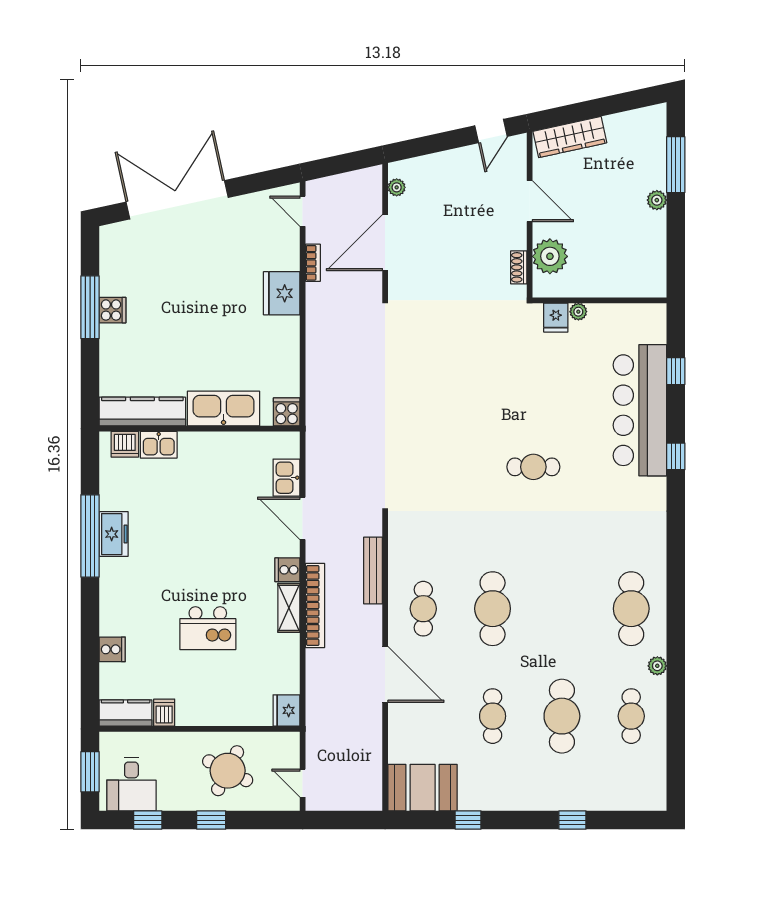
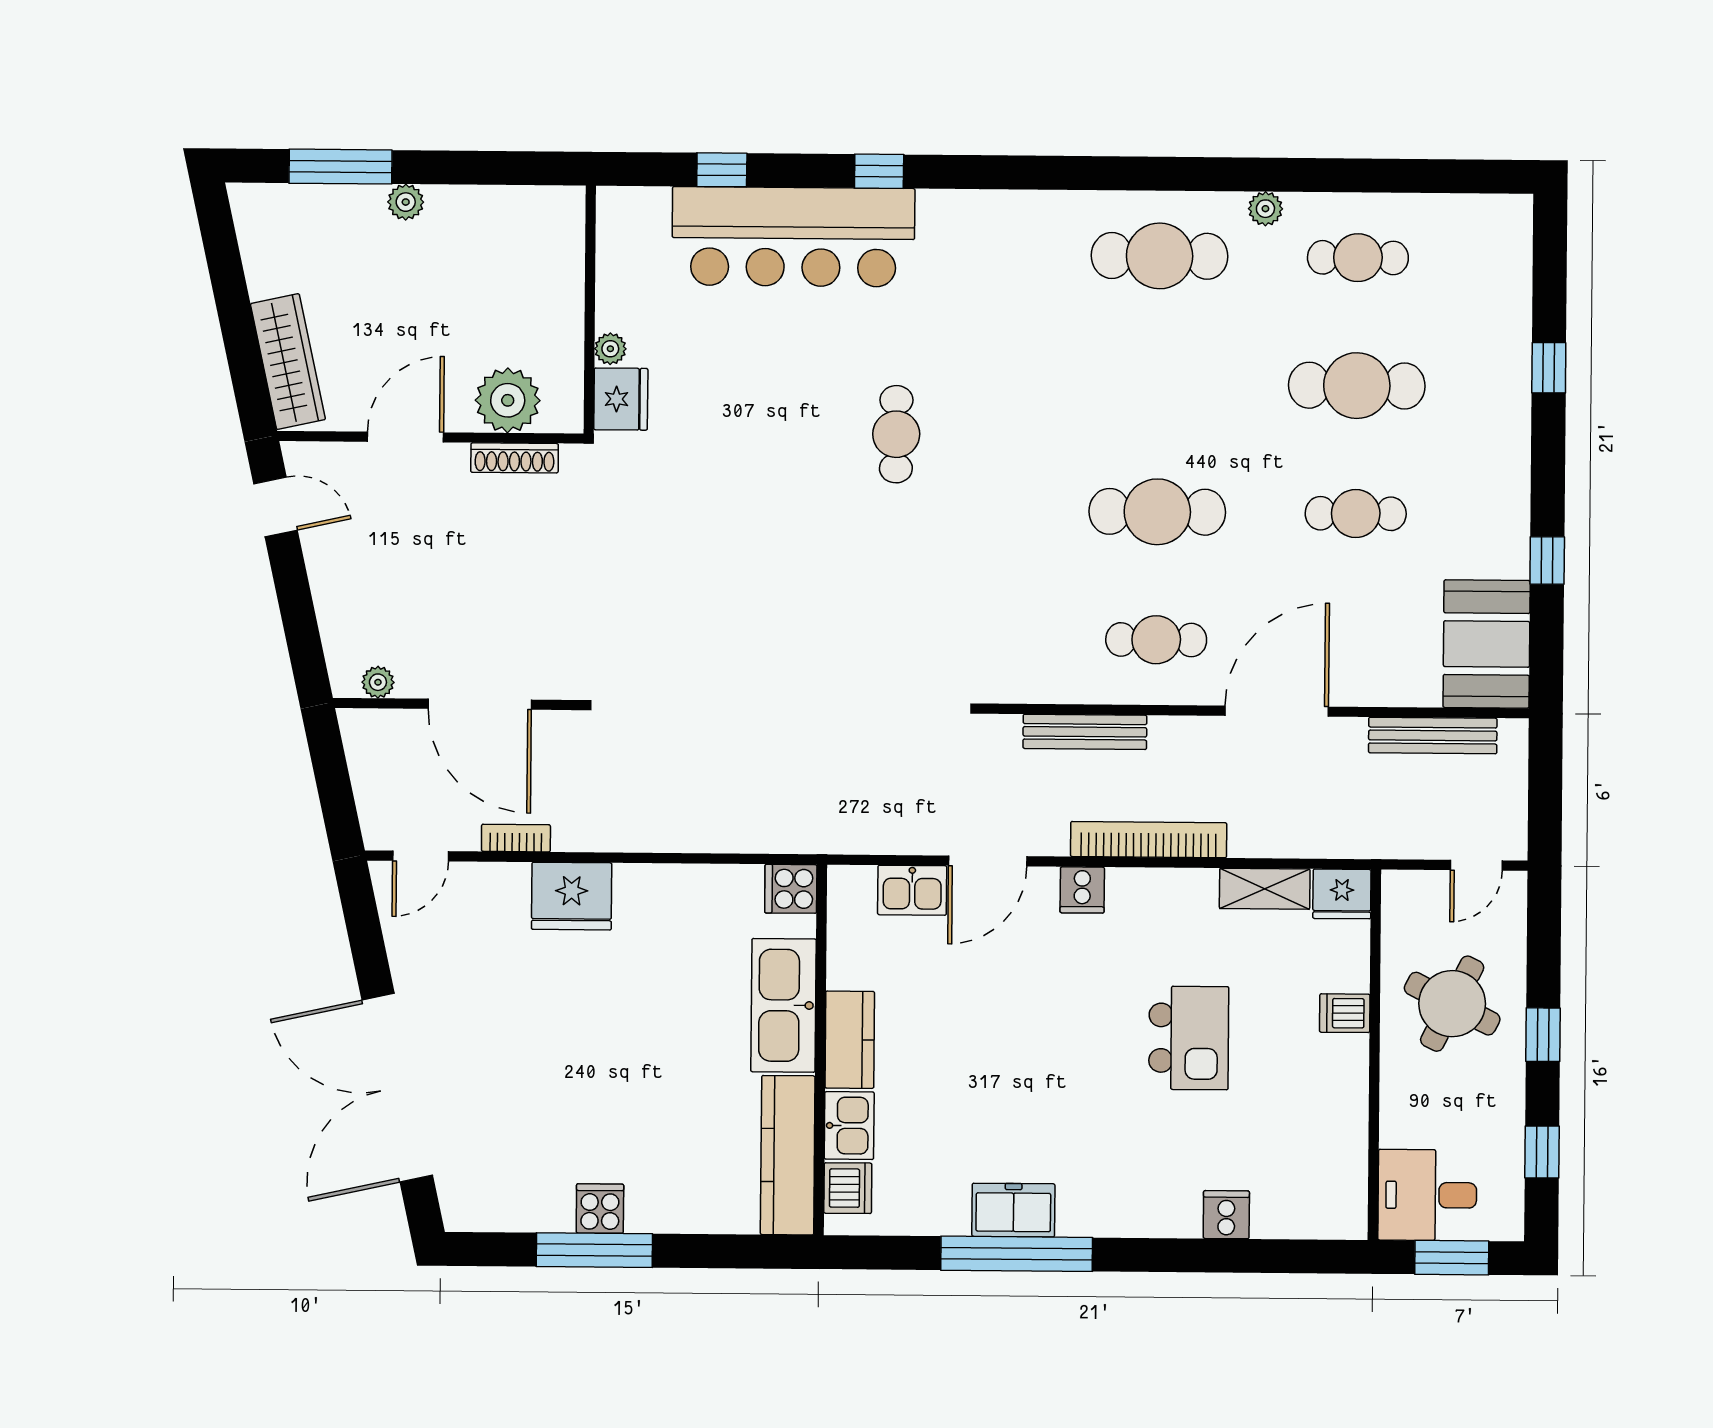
shoe rack: (519, 267) -> (515, 458), width x1.43
fridge: (556, 318) -> (621, 399), width x1.38
shelving: (289, 608) -> (1265, 889), moved
kitchen counter: (126, 713) -> (850, 1040), moved, turned 180
dishwasher: (164, 713) -> (1345, 1013), moved
bench: (373, 759) -> (1433, 736), added
desk: (131, 784) -> (1427, 1195), moved, turned 180

